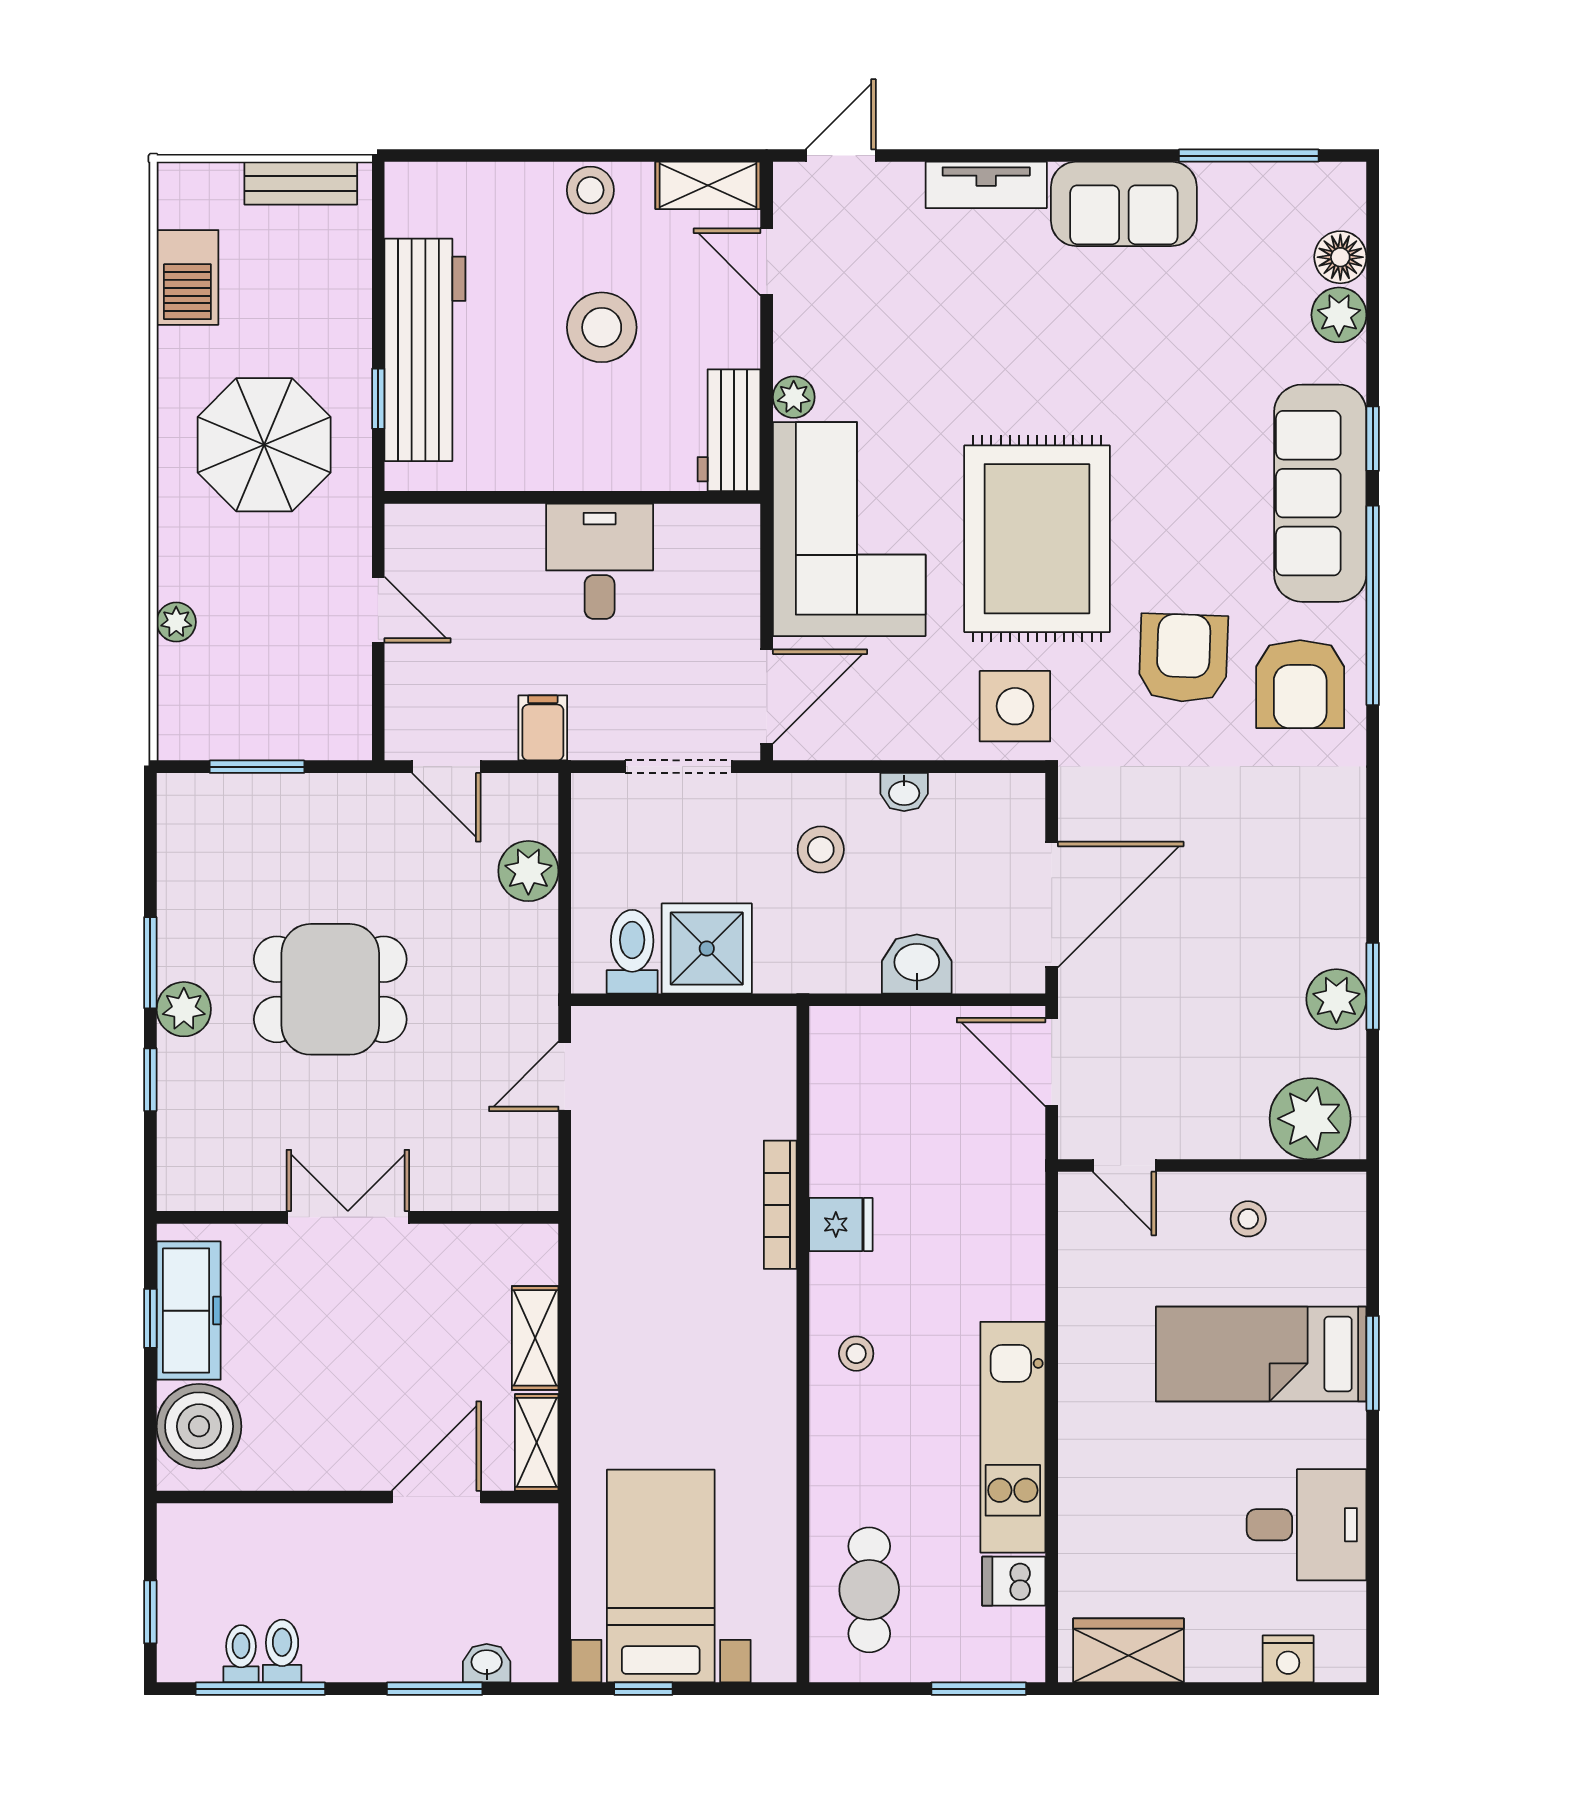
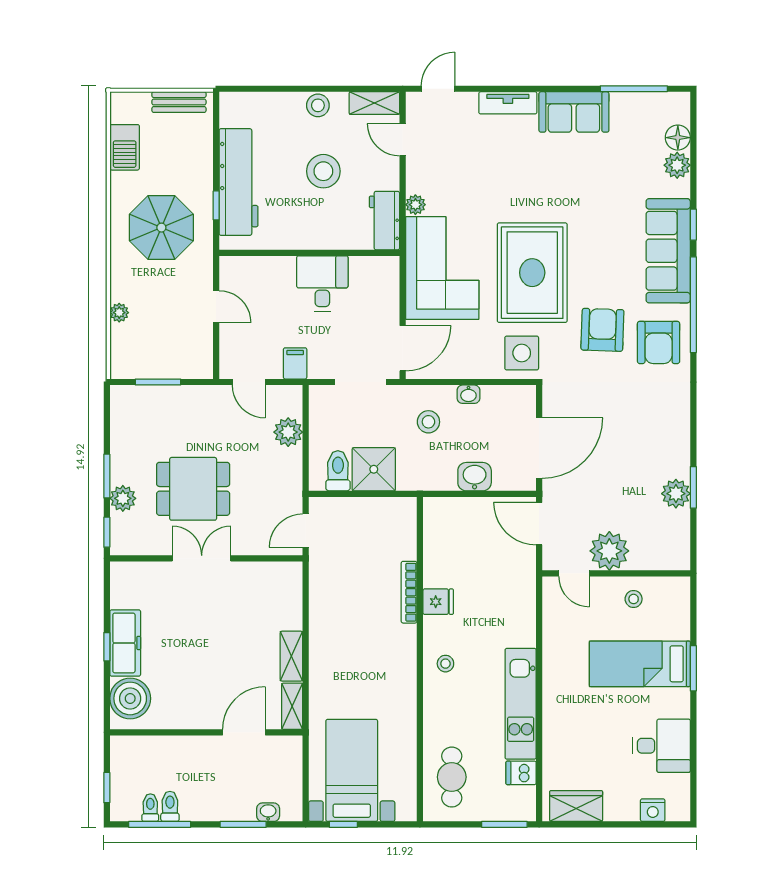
plant: (1310, 1119) -> (609, 551), moved
double door: (348, 1217) -> (202, 558), moved
wall: (358, 1217) -> (206, 558), moved

